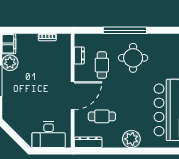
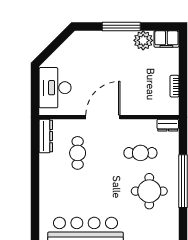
dresser: (79, 55) -> (168, 125), moved
door: (73, 96) -> (103, 117), swing flipped
plant: (131, 139) -> (50, 189), removed

